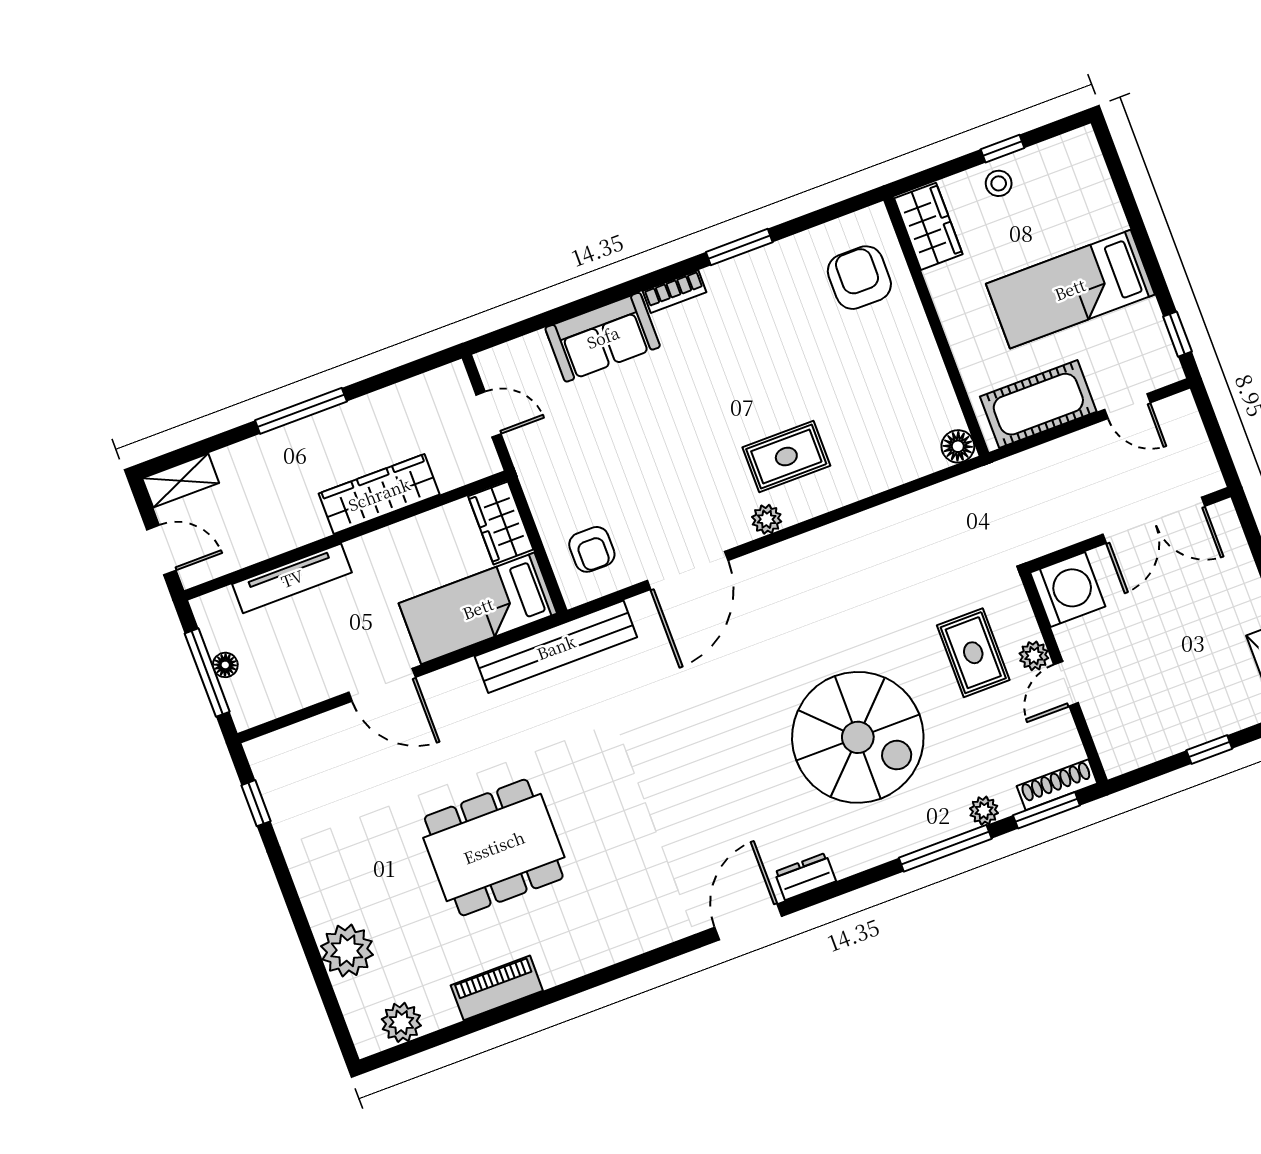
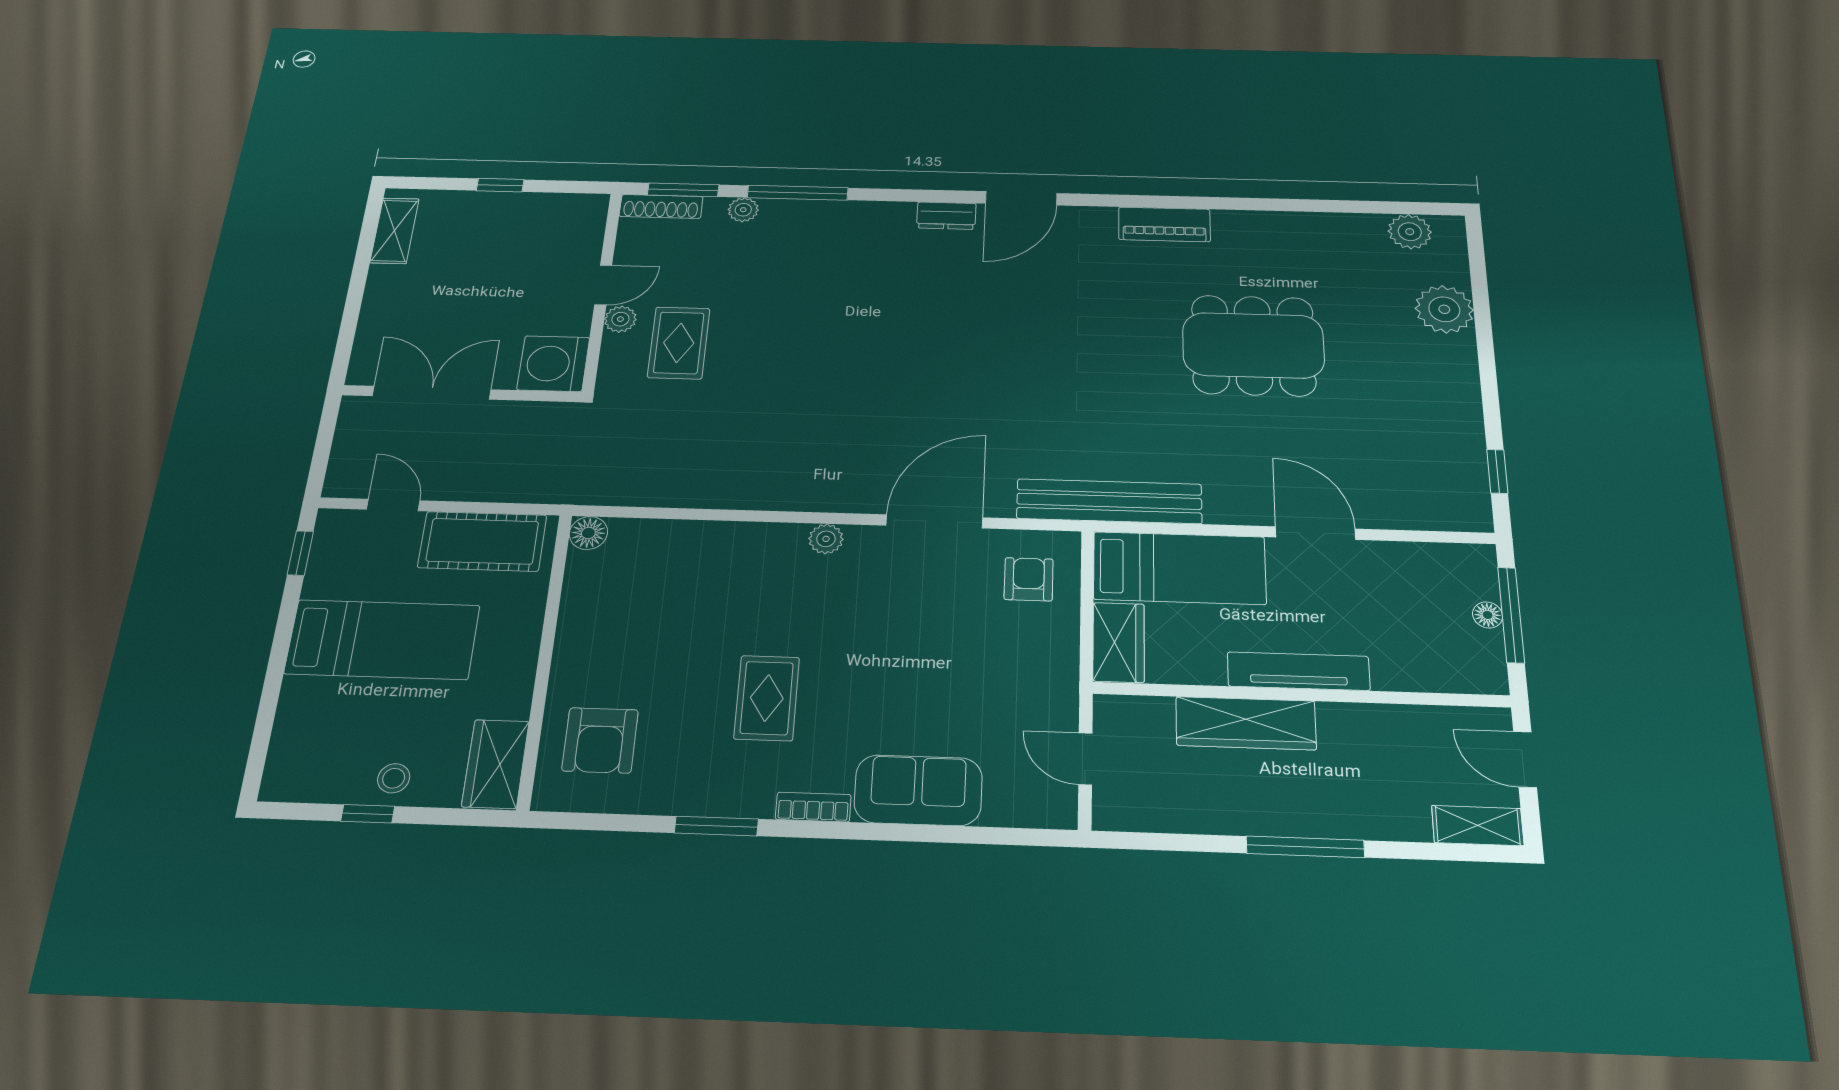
rug: (786, 457) -> (767, 698), moved, turned 90
tv unit: (292, 578) -> (1298, 671), moved
spiral stairs: (858, 737) -> (834, 312), removed
piano: (497, 988) -> (1164, 224), moved

